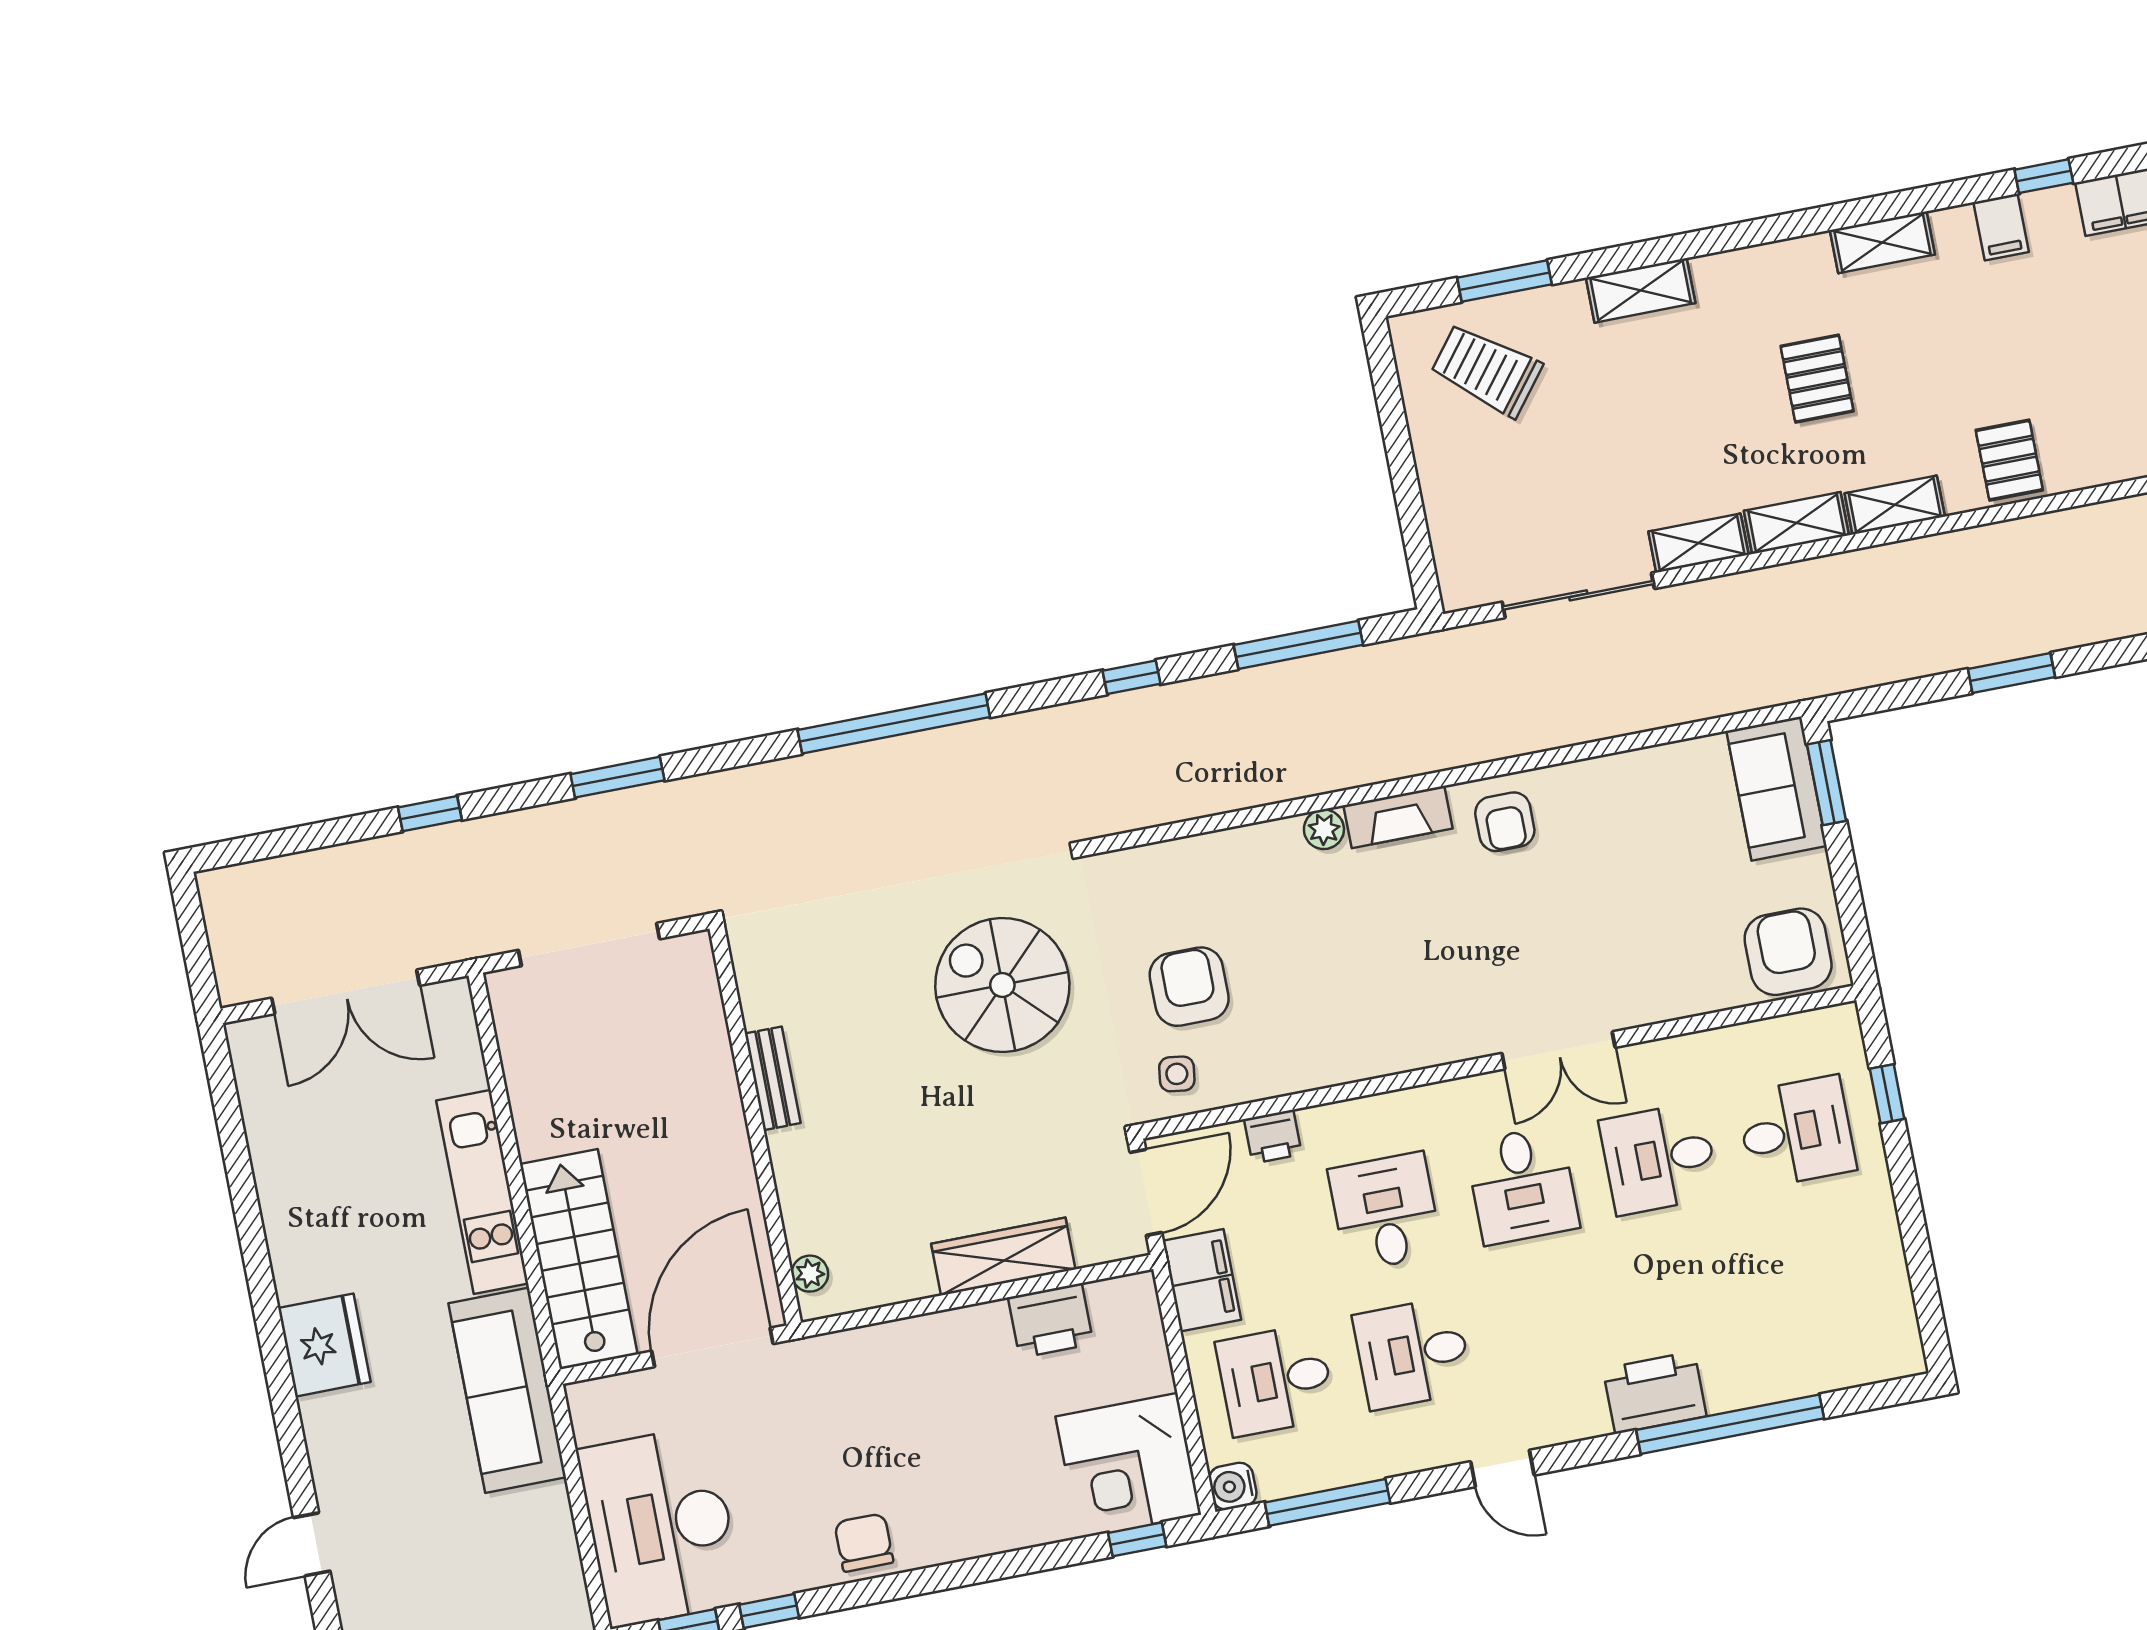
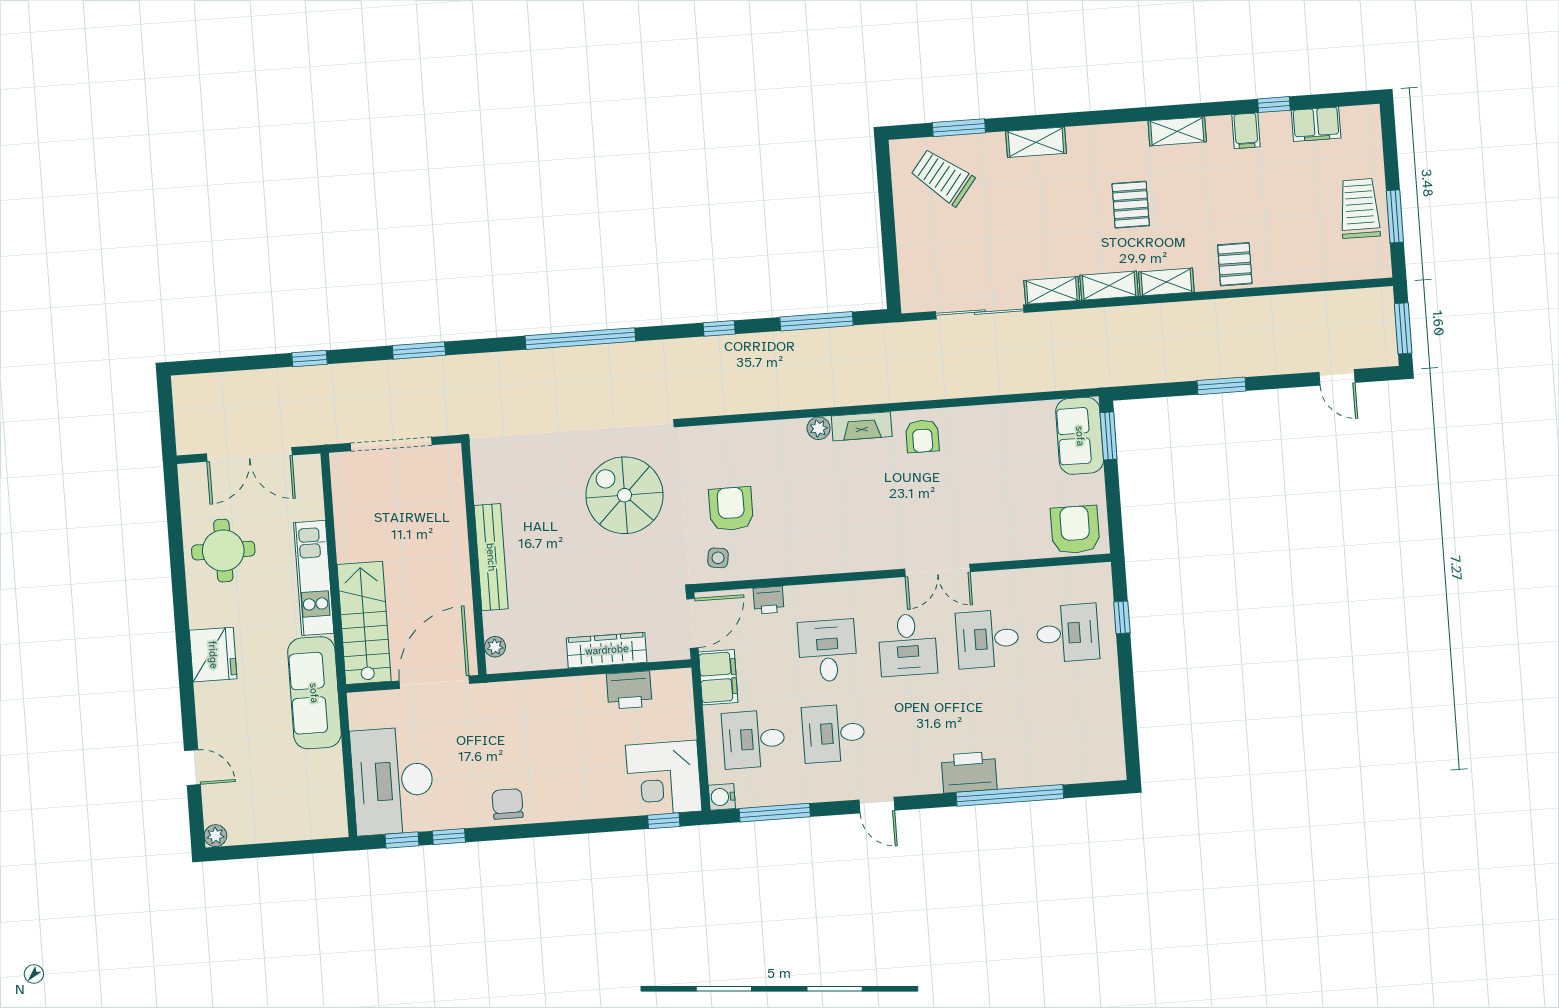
bench: (773, 1078) -> (491, 557), width x1.86, depth x1.21
round table: (320, 1163) -> (223, 551), added
door: (312, 1544) -> (192, 767), swing flipped

